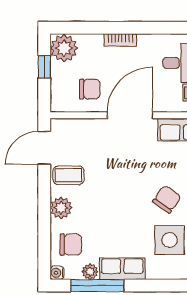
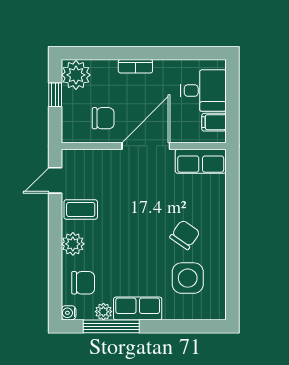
door: (44, 148) -> (55, 180), width x0.73

